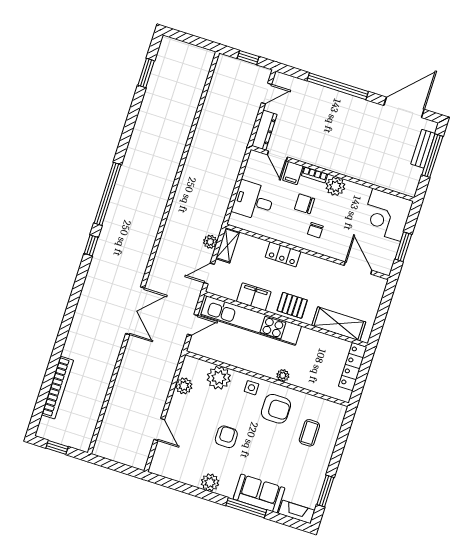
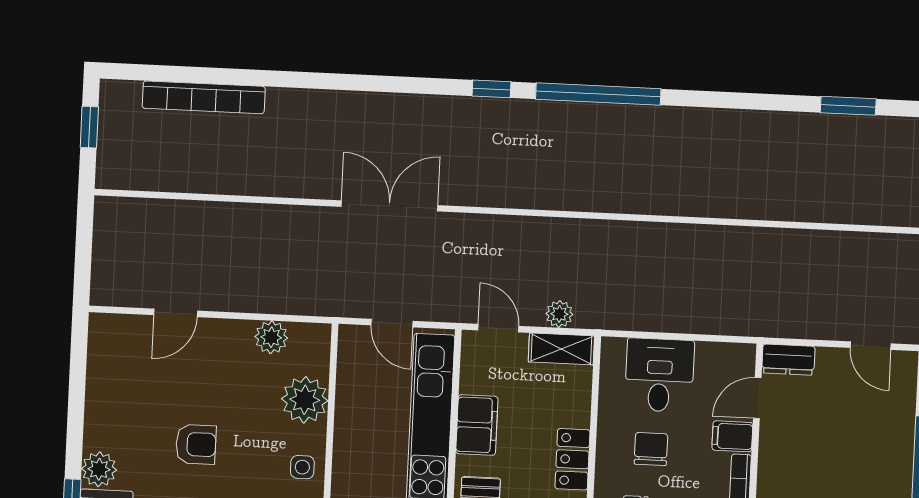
dresser: (264, 130) -> (788, 360), width x0.70
chair: (305, 204) -> (651, 449), moved
double door: (135, 311) -> (390, 206), swing flipped
plant: (210, 482) -> (99, 469), moved

